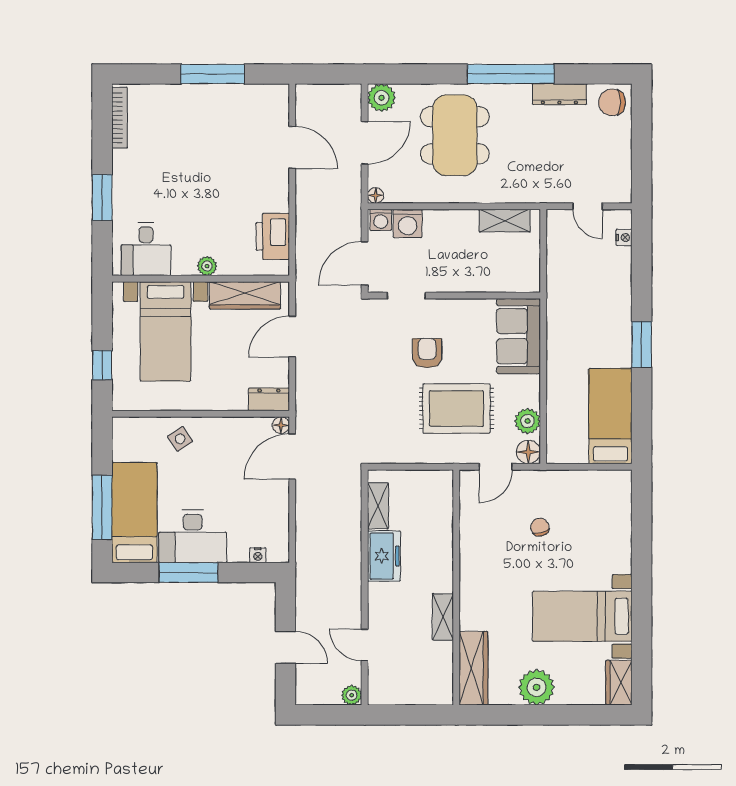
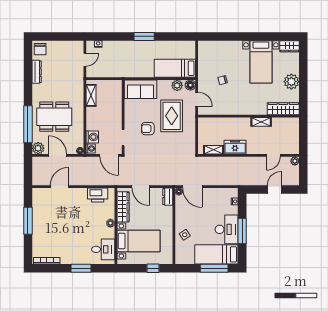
window: (511, 74) -> (28, 124), moved
bed: (610, 416) -> (175, 68), moved

